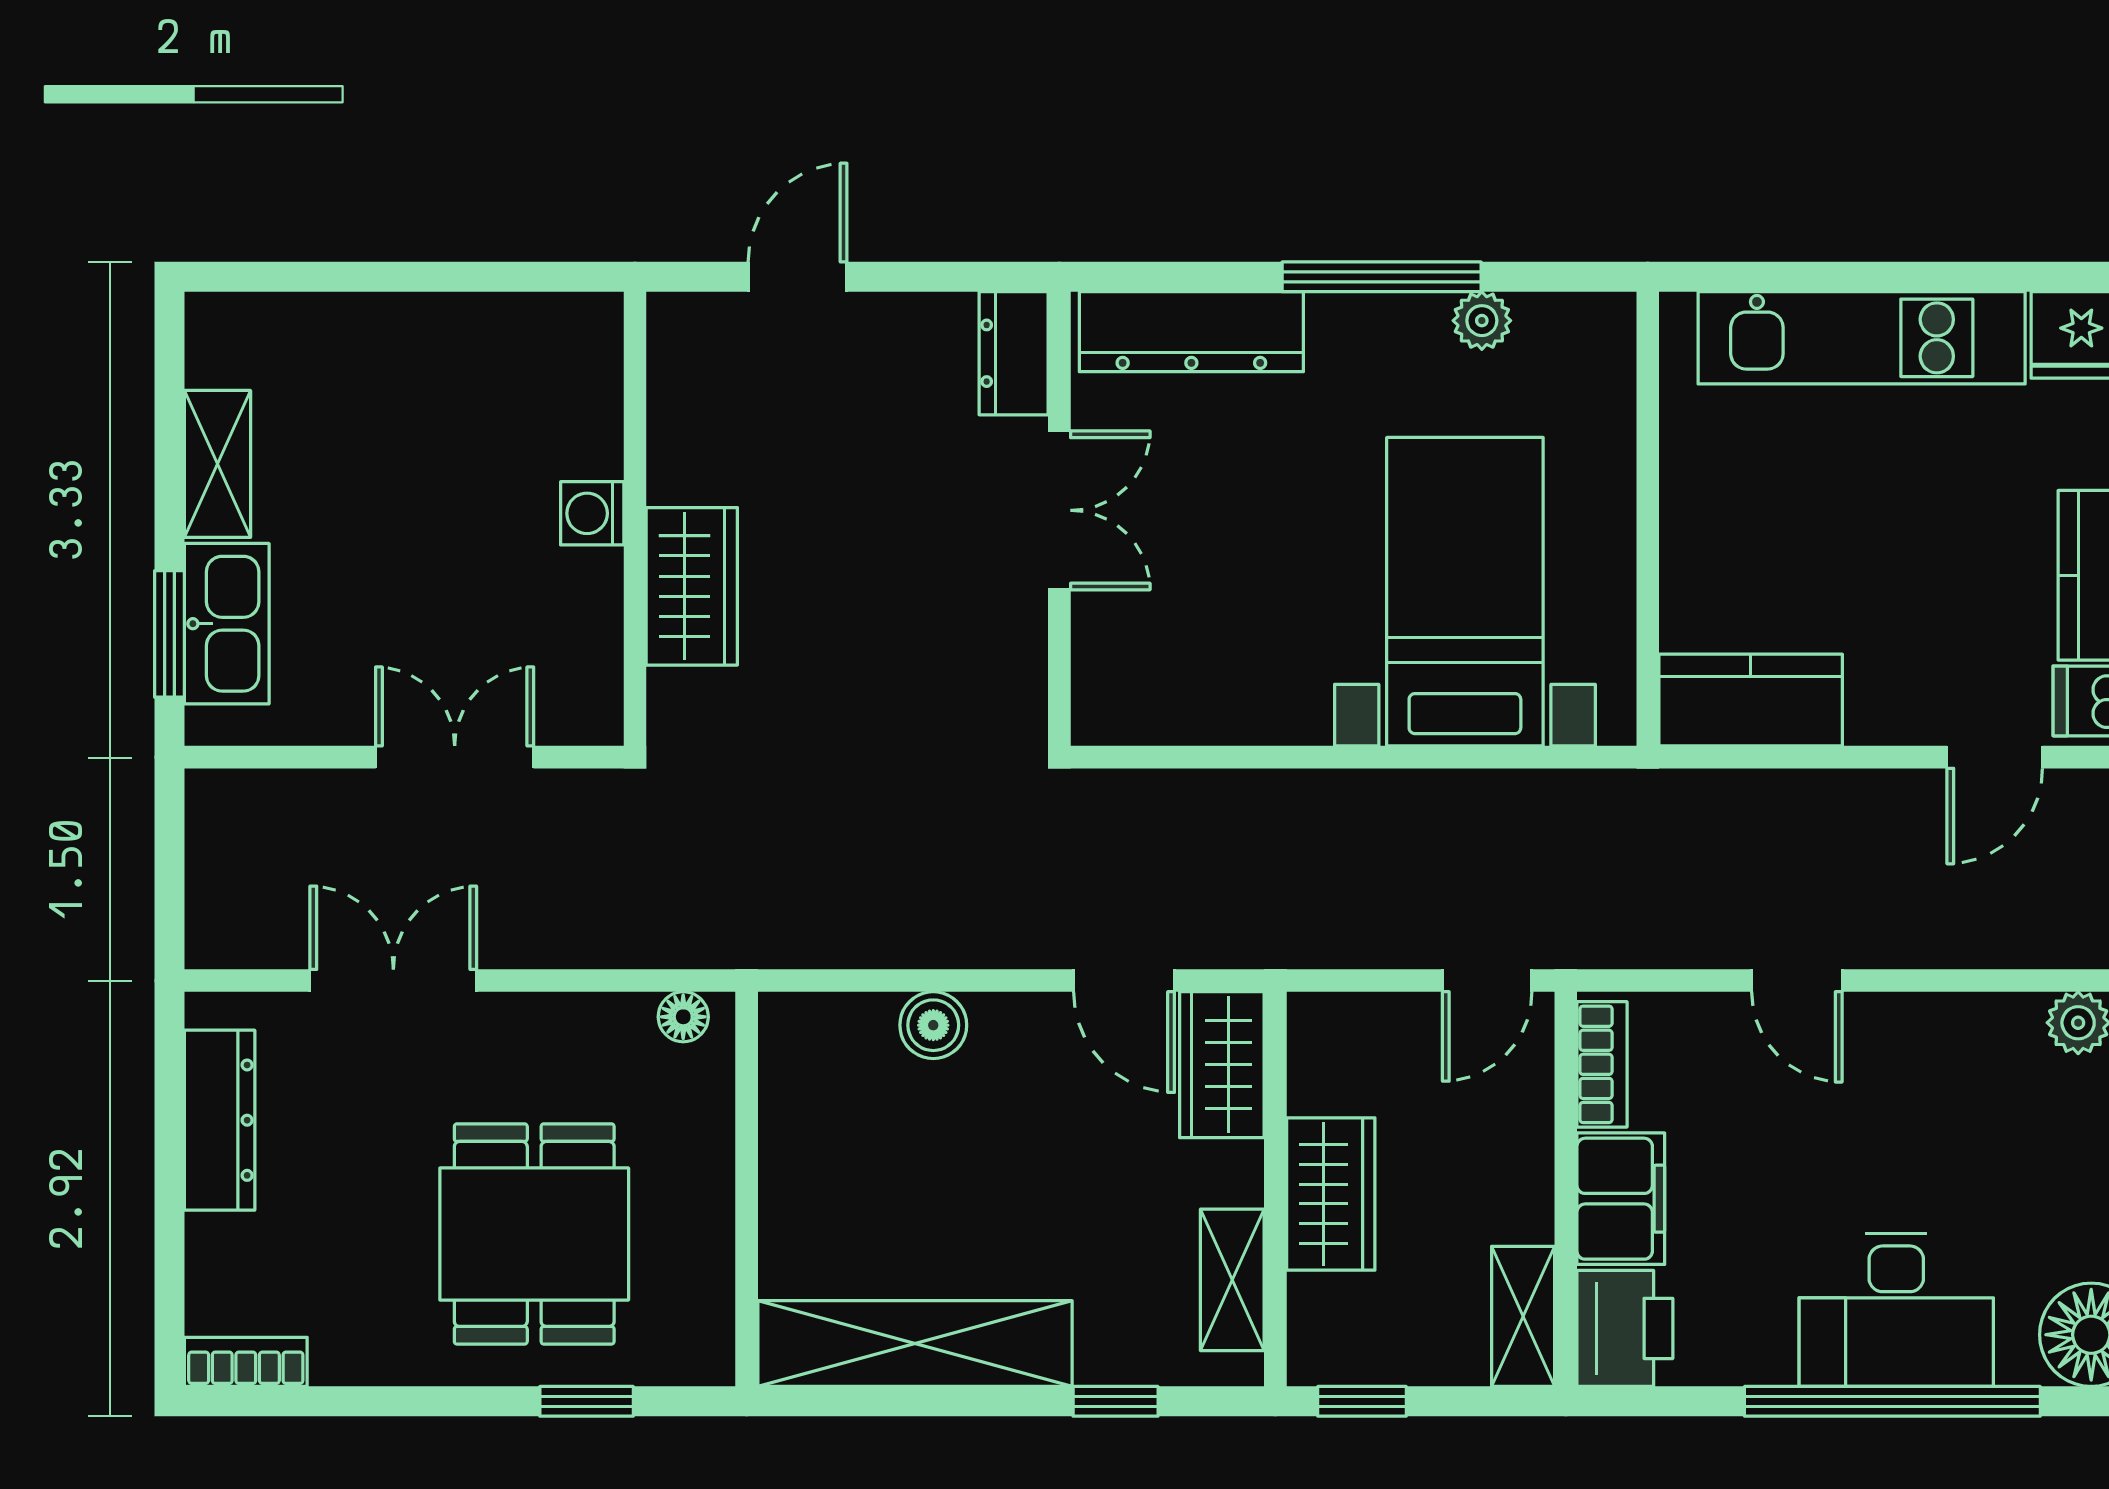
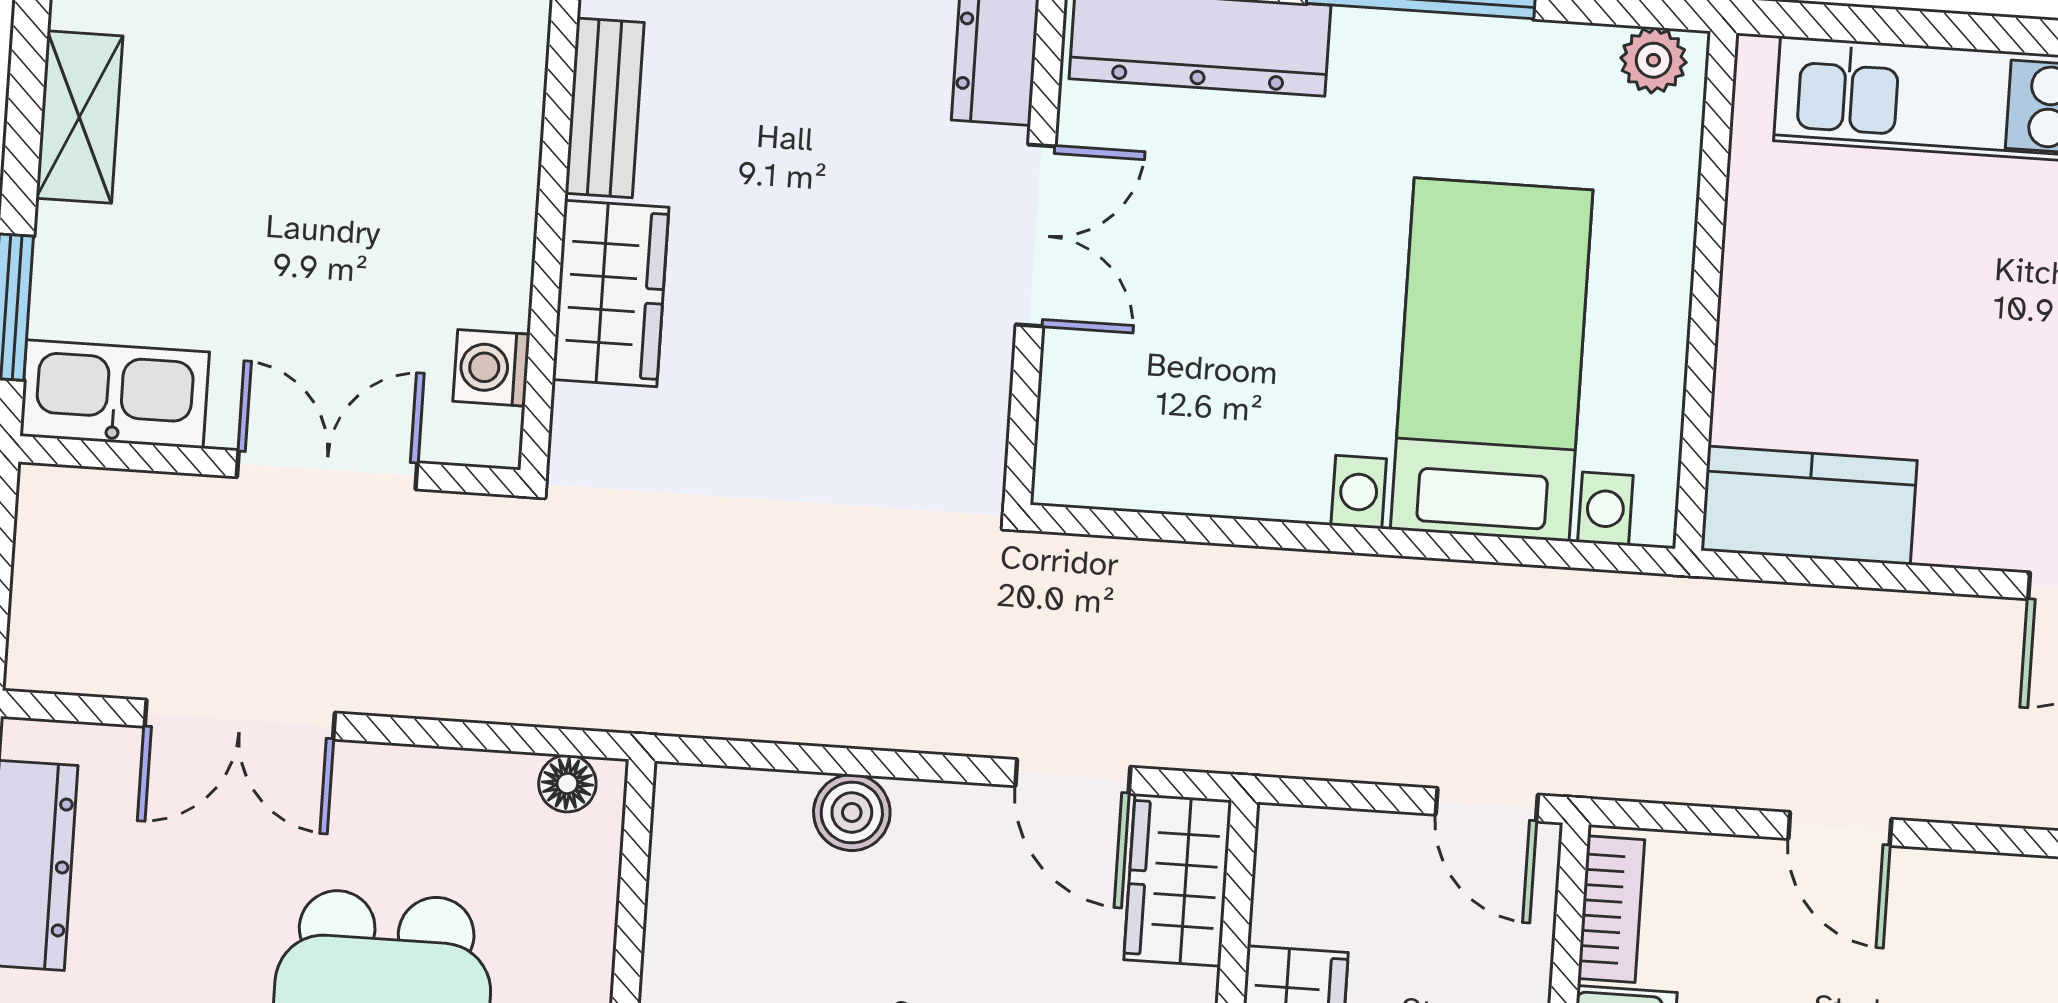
plant: (1482, 321) -> (1653, 60), moved
bench: (675, 425) -> (605, 108), added
washing machine: (592, 513) -> (491, 368), moved
kitchen sink: (227, 624) -> (115, 394), moved, turned -90
double door: (393, 981) -> (240, 720), swing flipped
door: (1487, 981) -> (1487, 805), hinge flipped

